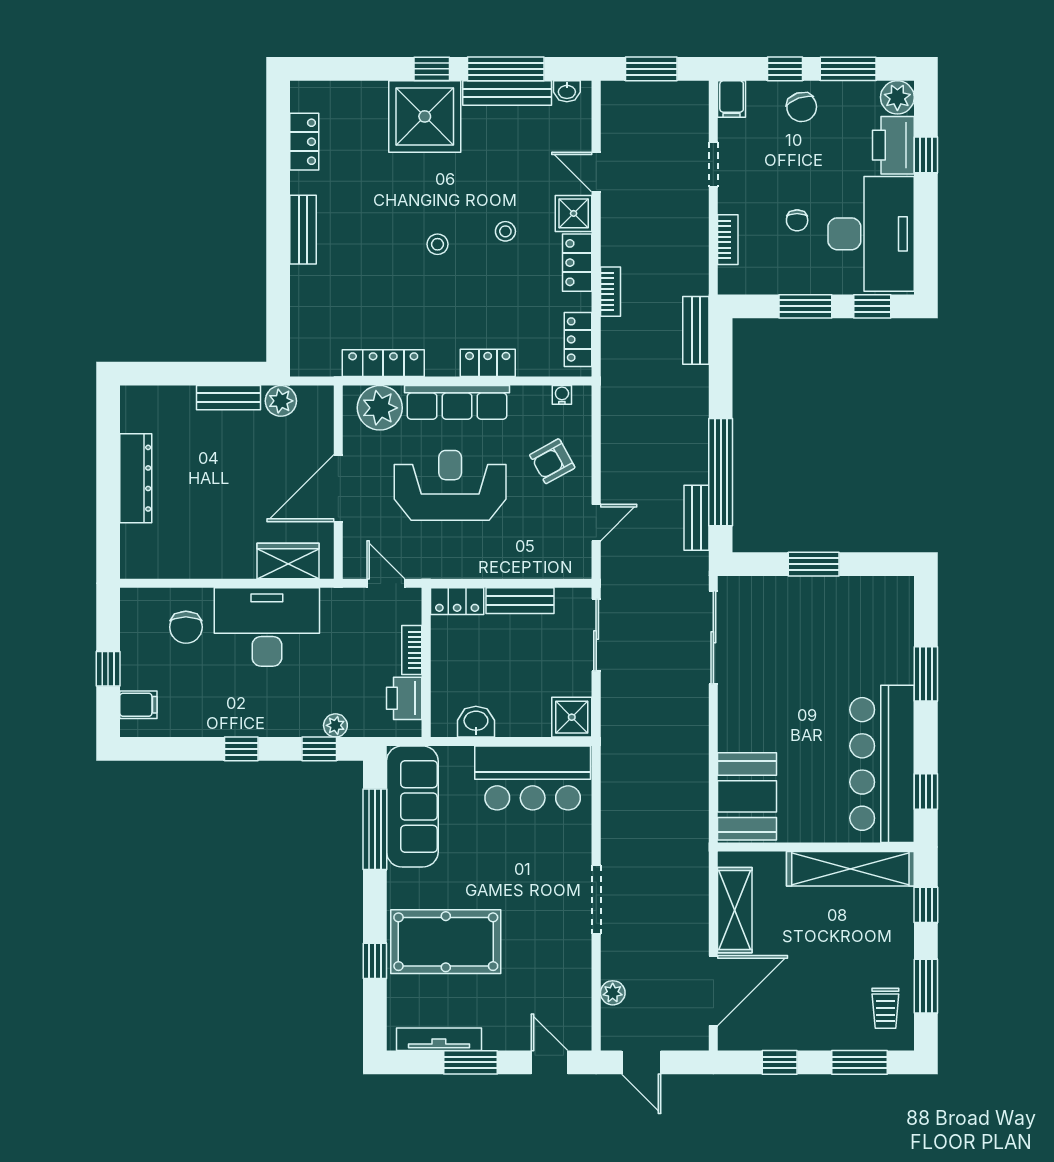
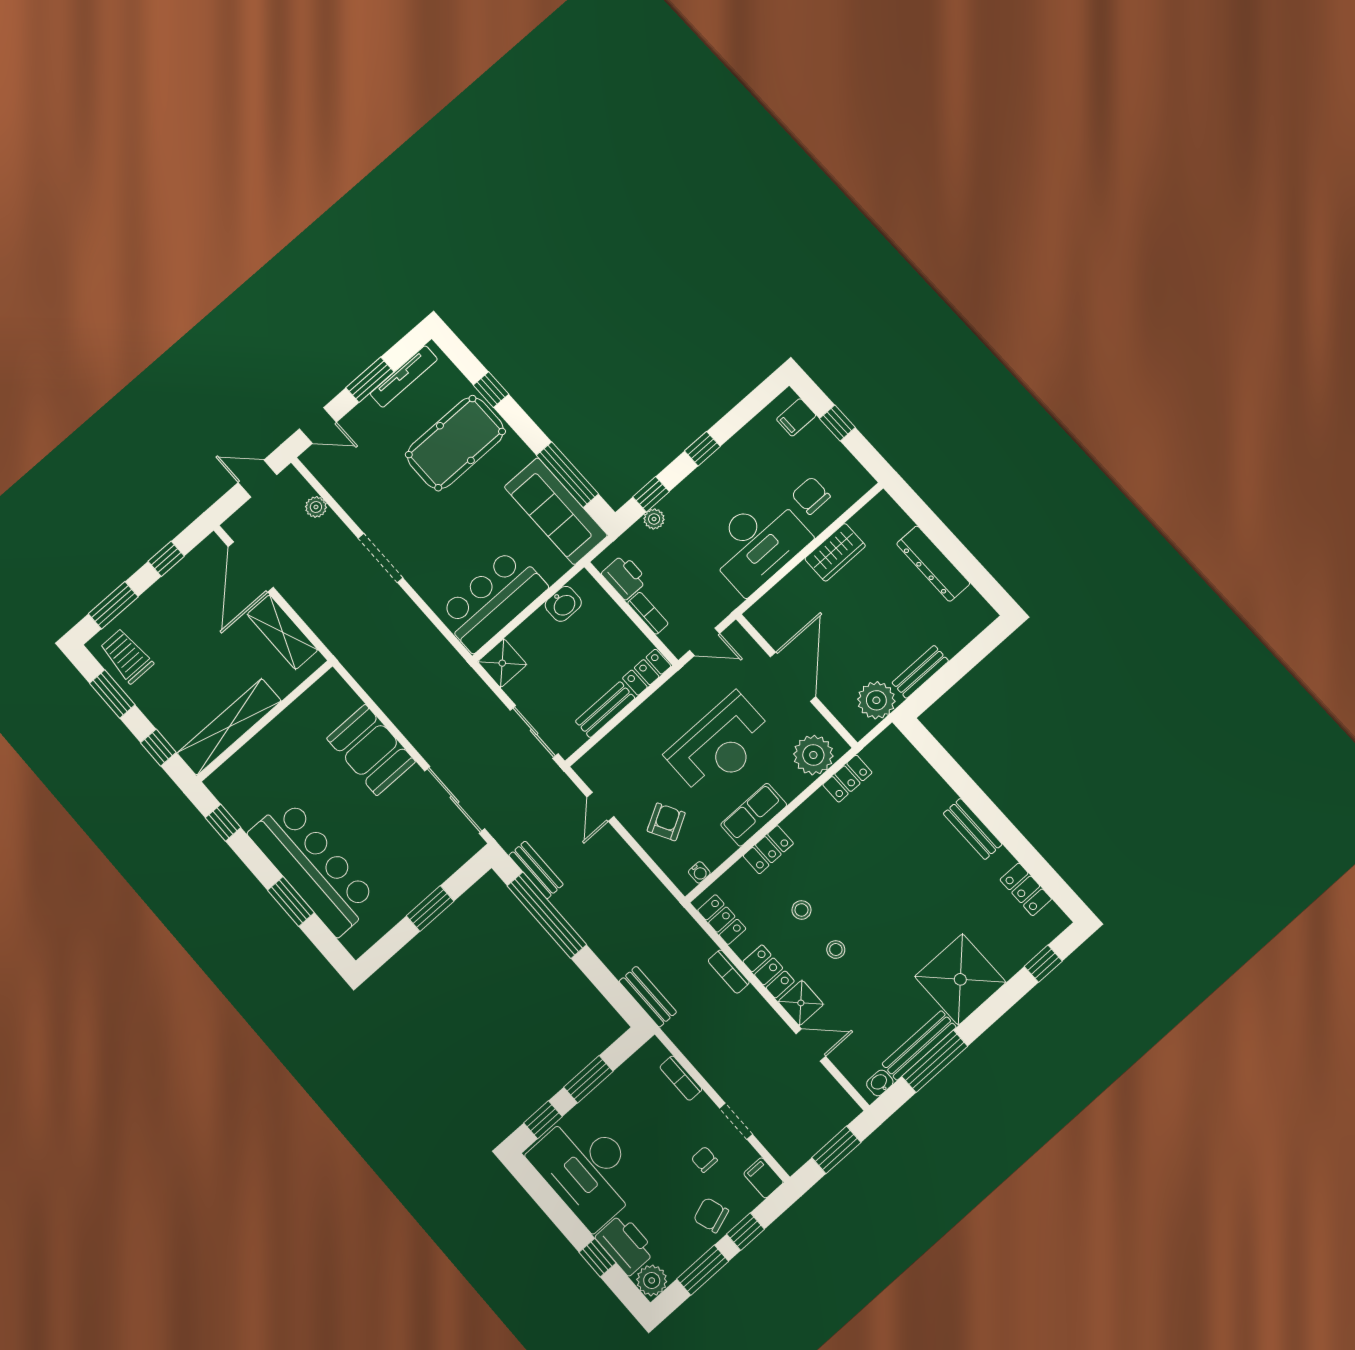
window: (432, 69) -> (1043, 964), moved
chair: (797, 220) -> (704, 1159), moved
stool: (438, 244) -> (801, 910), moved
locker: (383, 363) -> (847, 779), width x0.66
plant: (281, 401) -> (876, 700), width x1.36, depth x1.36
row of seats: (457, 402) -> (754, 815), width x0.68
wardrobe: (288, 561) -> (835, 552), moved
bar counter: (882, 764) -> (313, 867), moved
booth: (747, 796) -> (371, 750), moved
trolley: (885, 1008) -> (127, 656), width x1.36, depth x1.39

